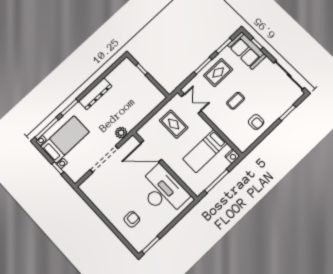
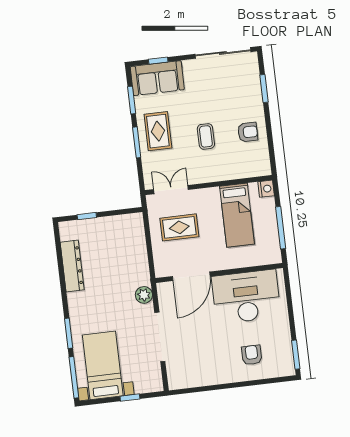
dresser: (95, 94) -> (72, 266), moved

